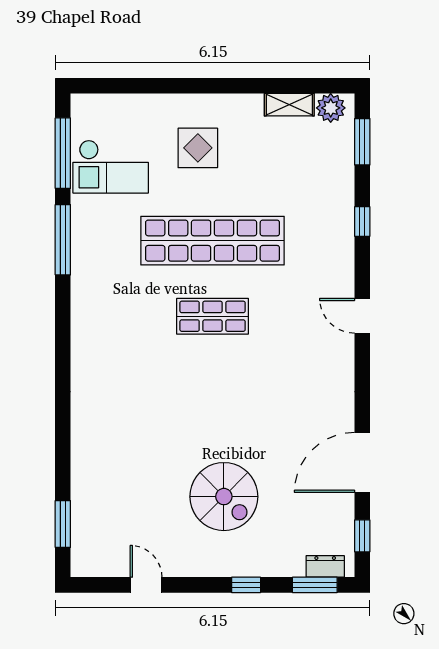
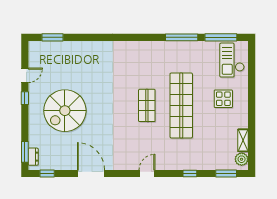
checkout: (111, 167) -> (232, 60), moved
door: (362, 462) -> (91, 173), moved
spiral stairs: (224, 497) -> (65, 111), width x1.37, depth x1.37
window: (246, 585) -> (25, 98), moved

